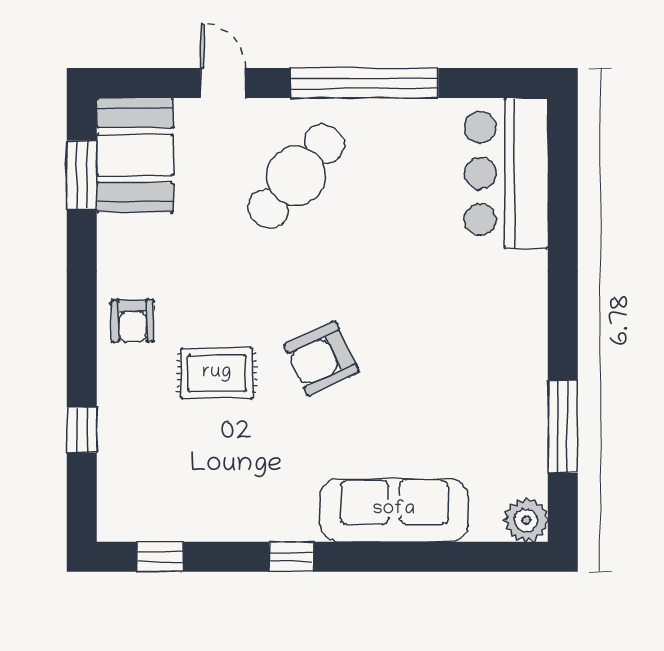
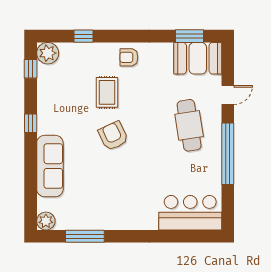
cafe table: (296, 176) -> (189, 125), turned 40
plant: (123, 516) -> (48, 53), added

